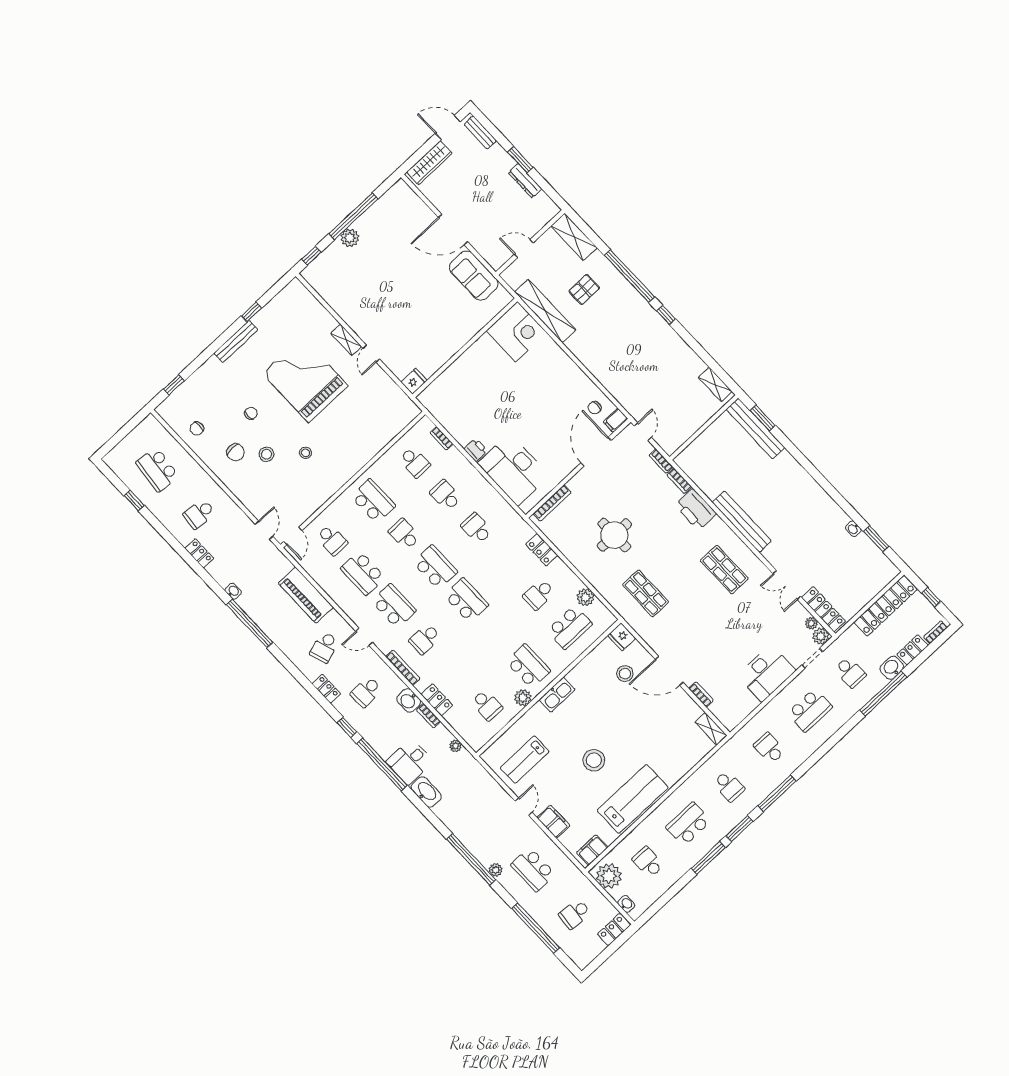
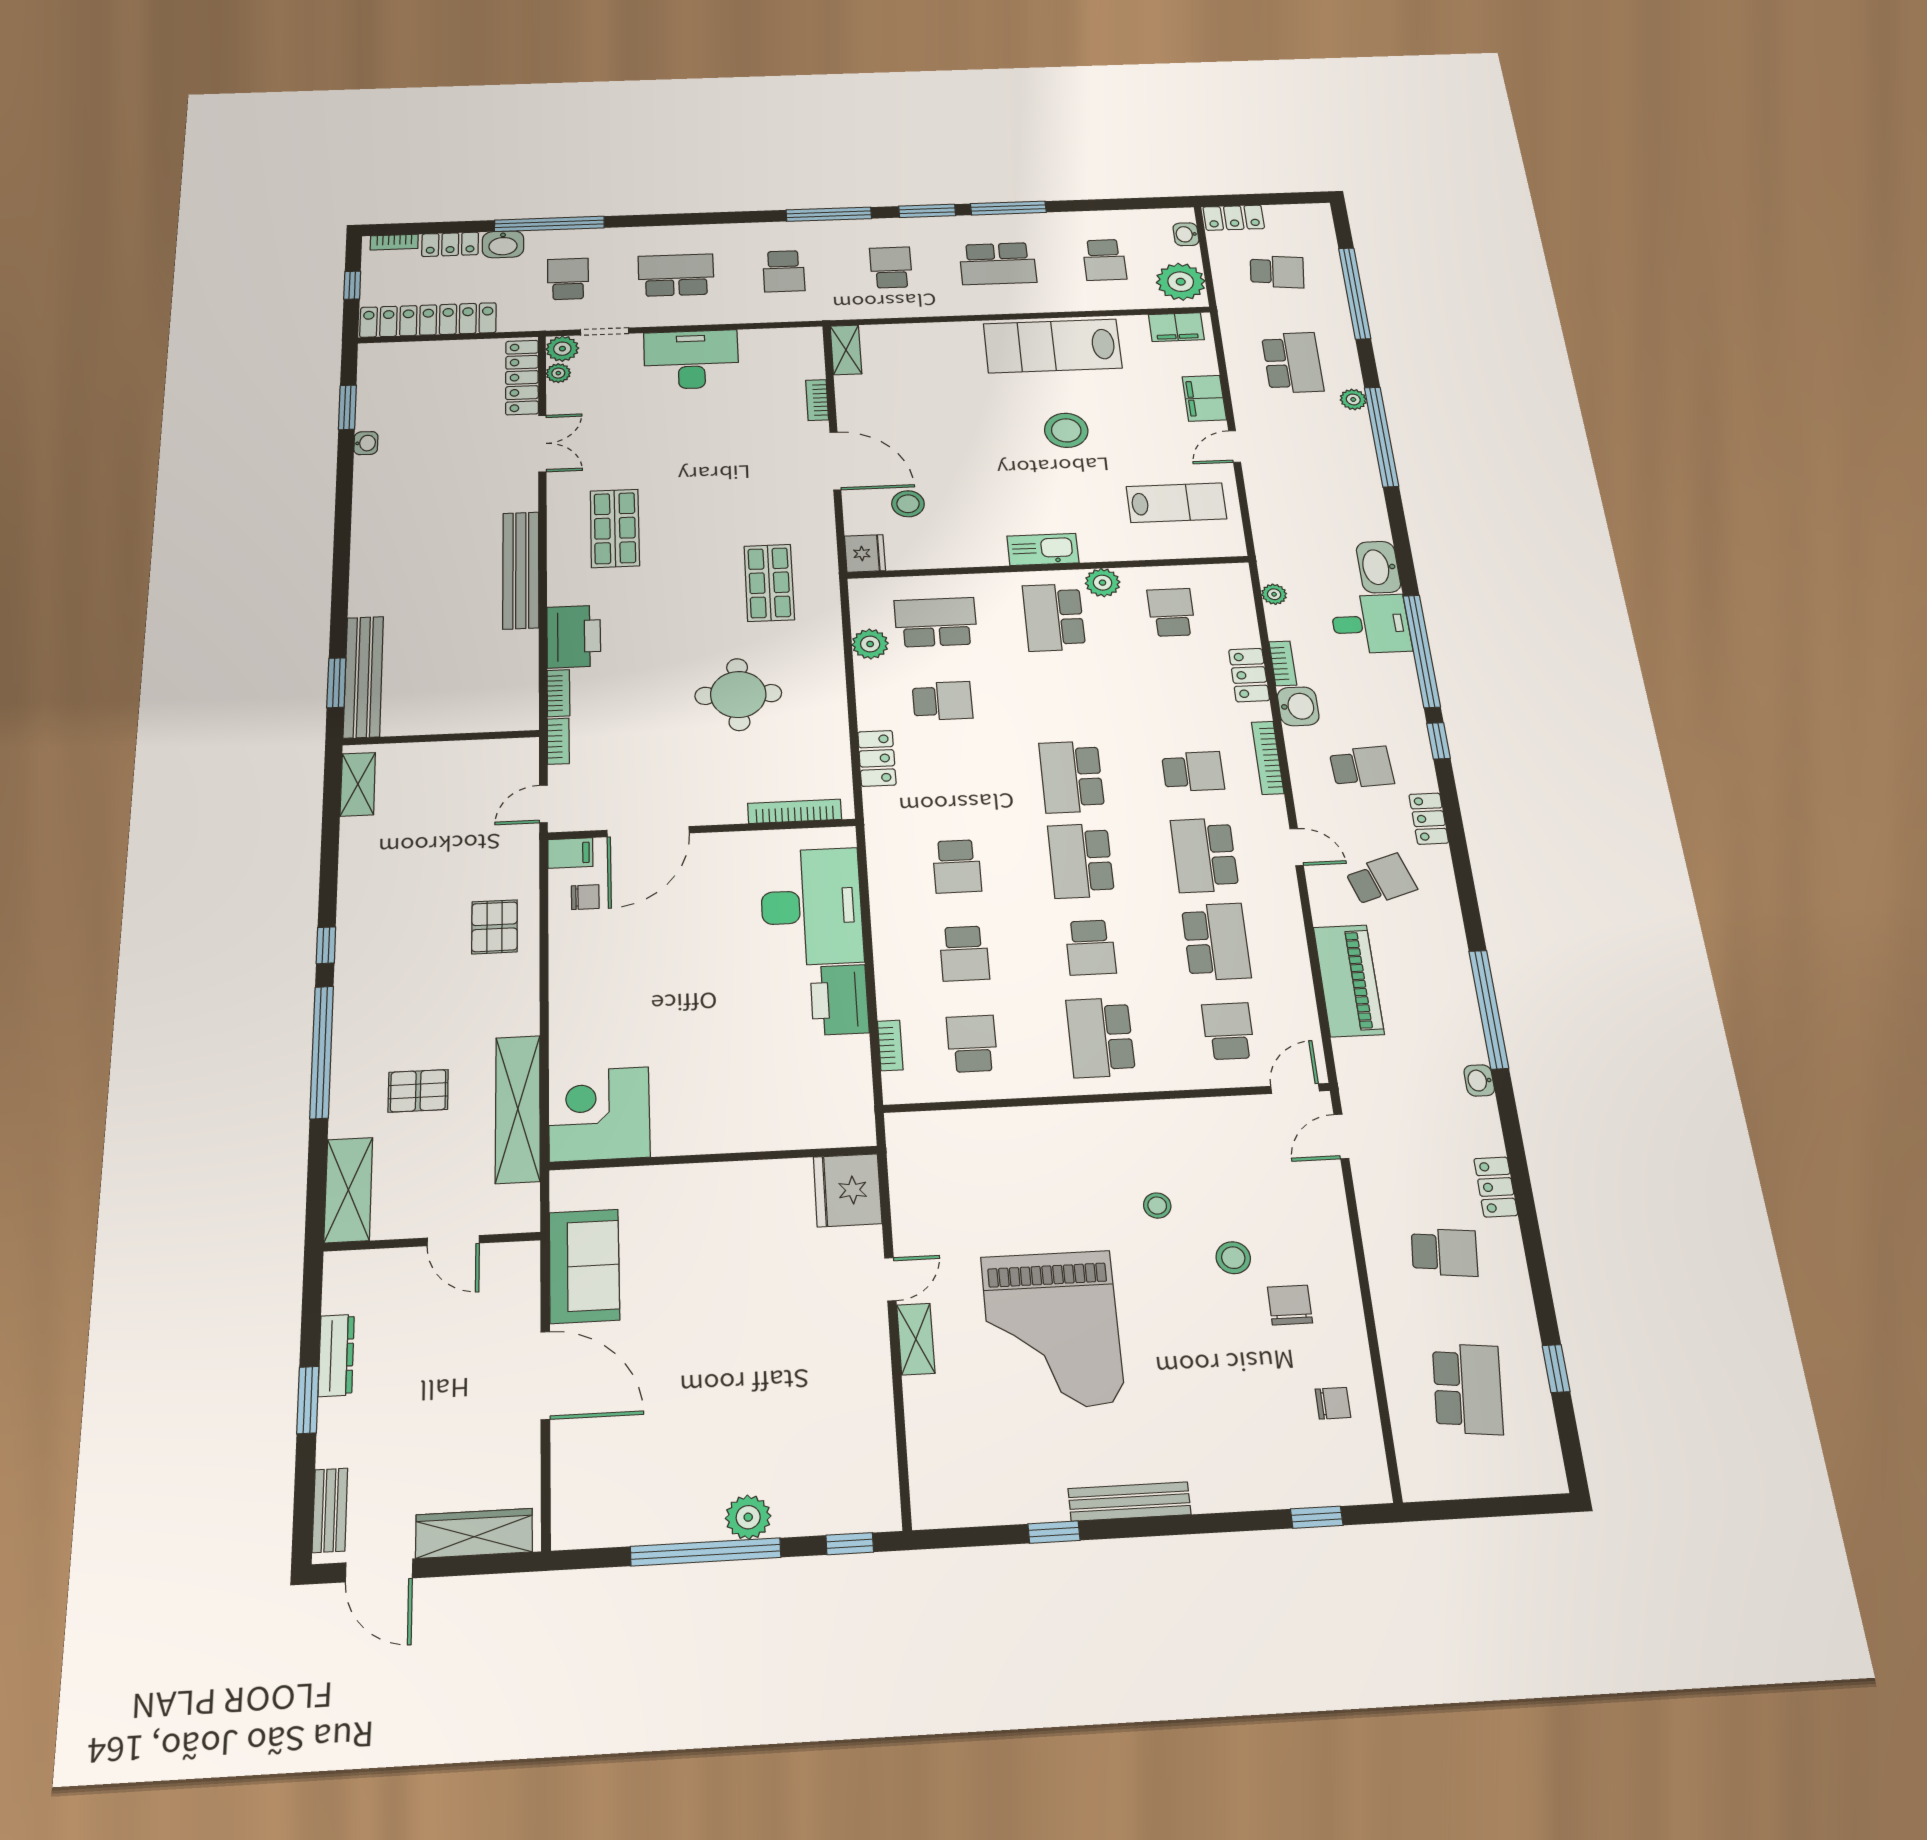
pallet: (615, 370) -> (495, 927), added
fridge: (414, 381) -> (848, 1190), width x1.88, depth x1.34
chair: (251, 413) -> (1205, 1350), removed
printer: (476, 450) -> (839, 1000), width x1.87, depth x1.48

